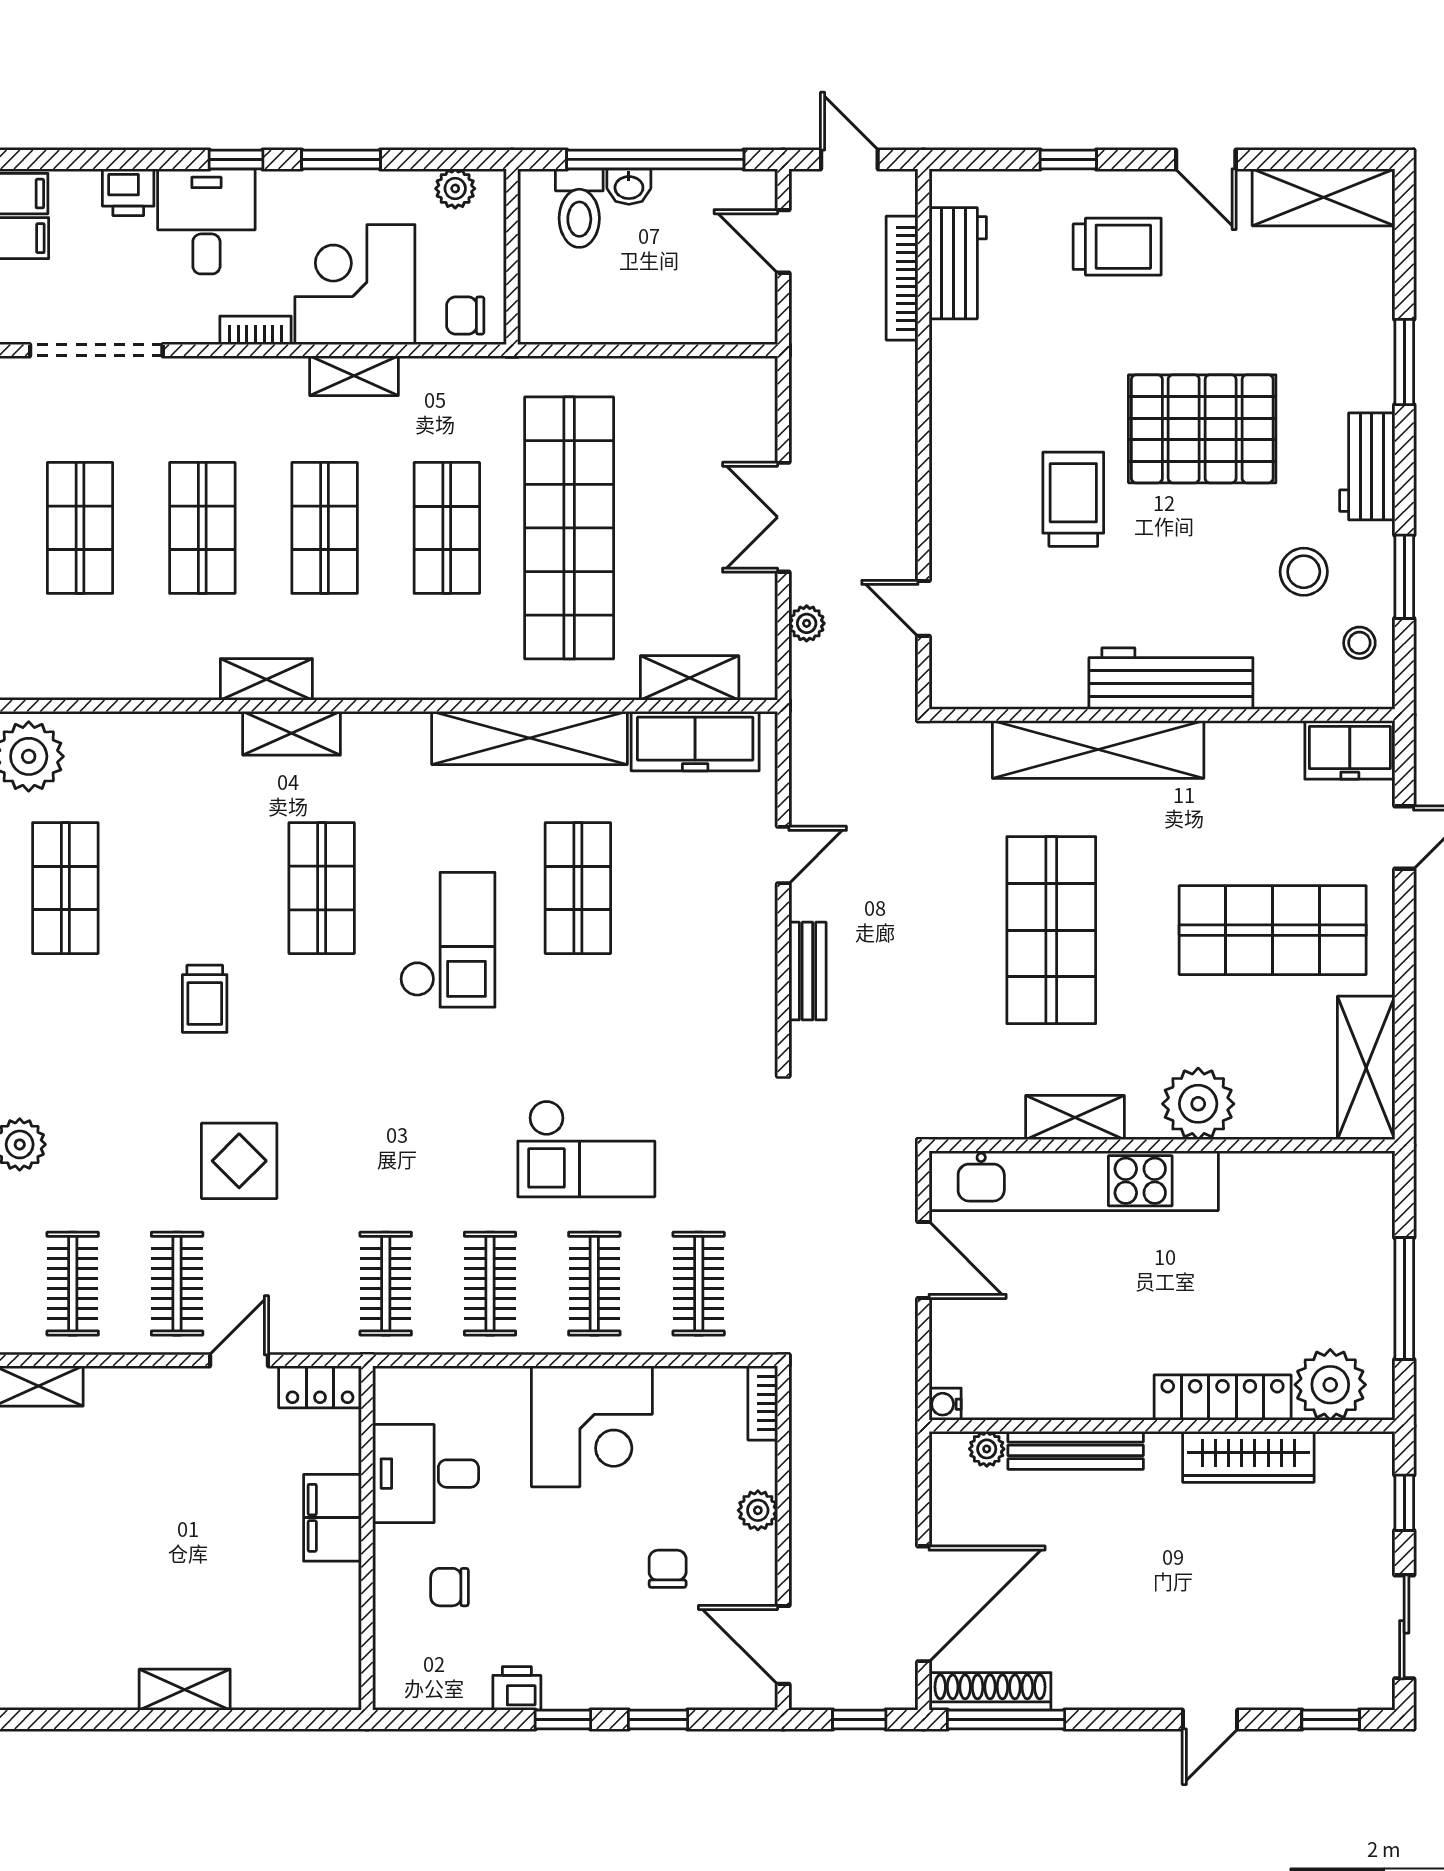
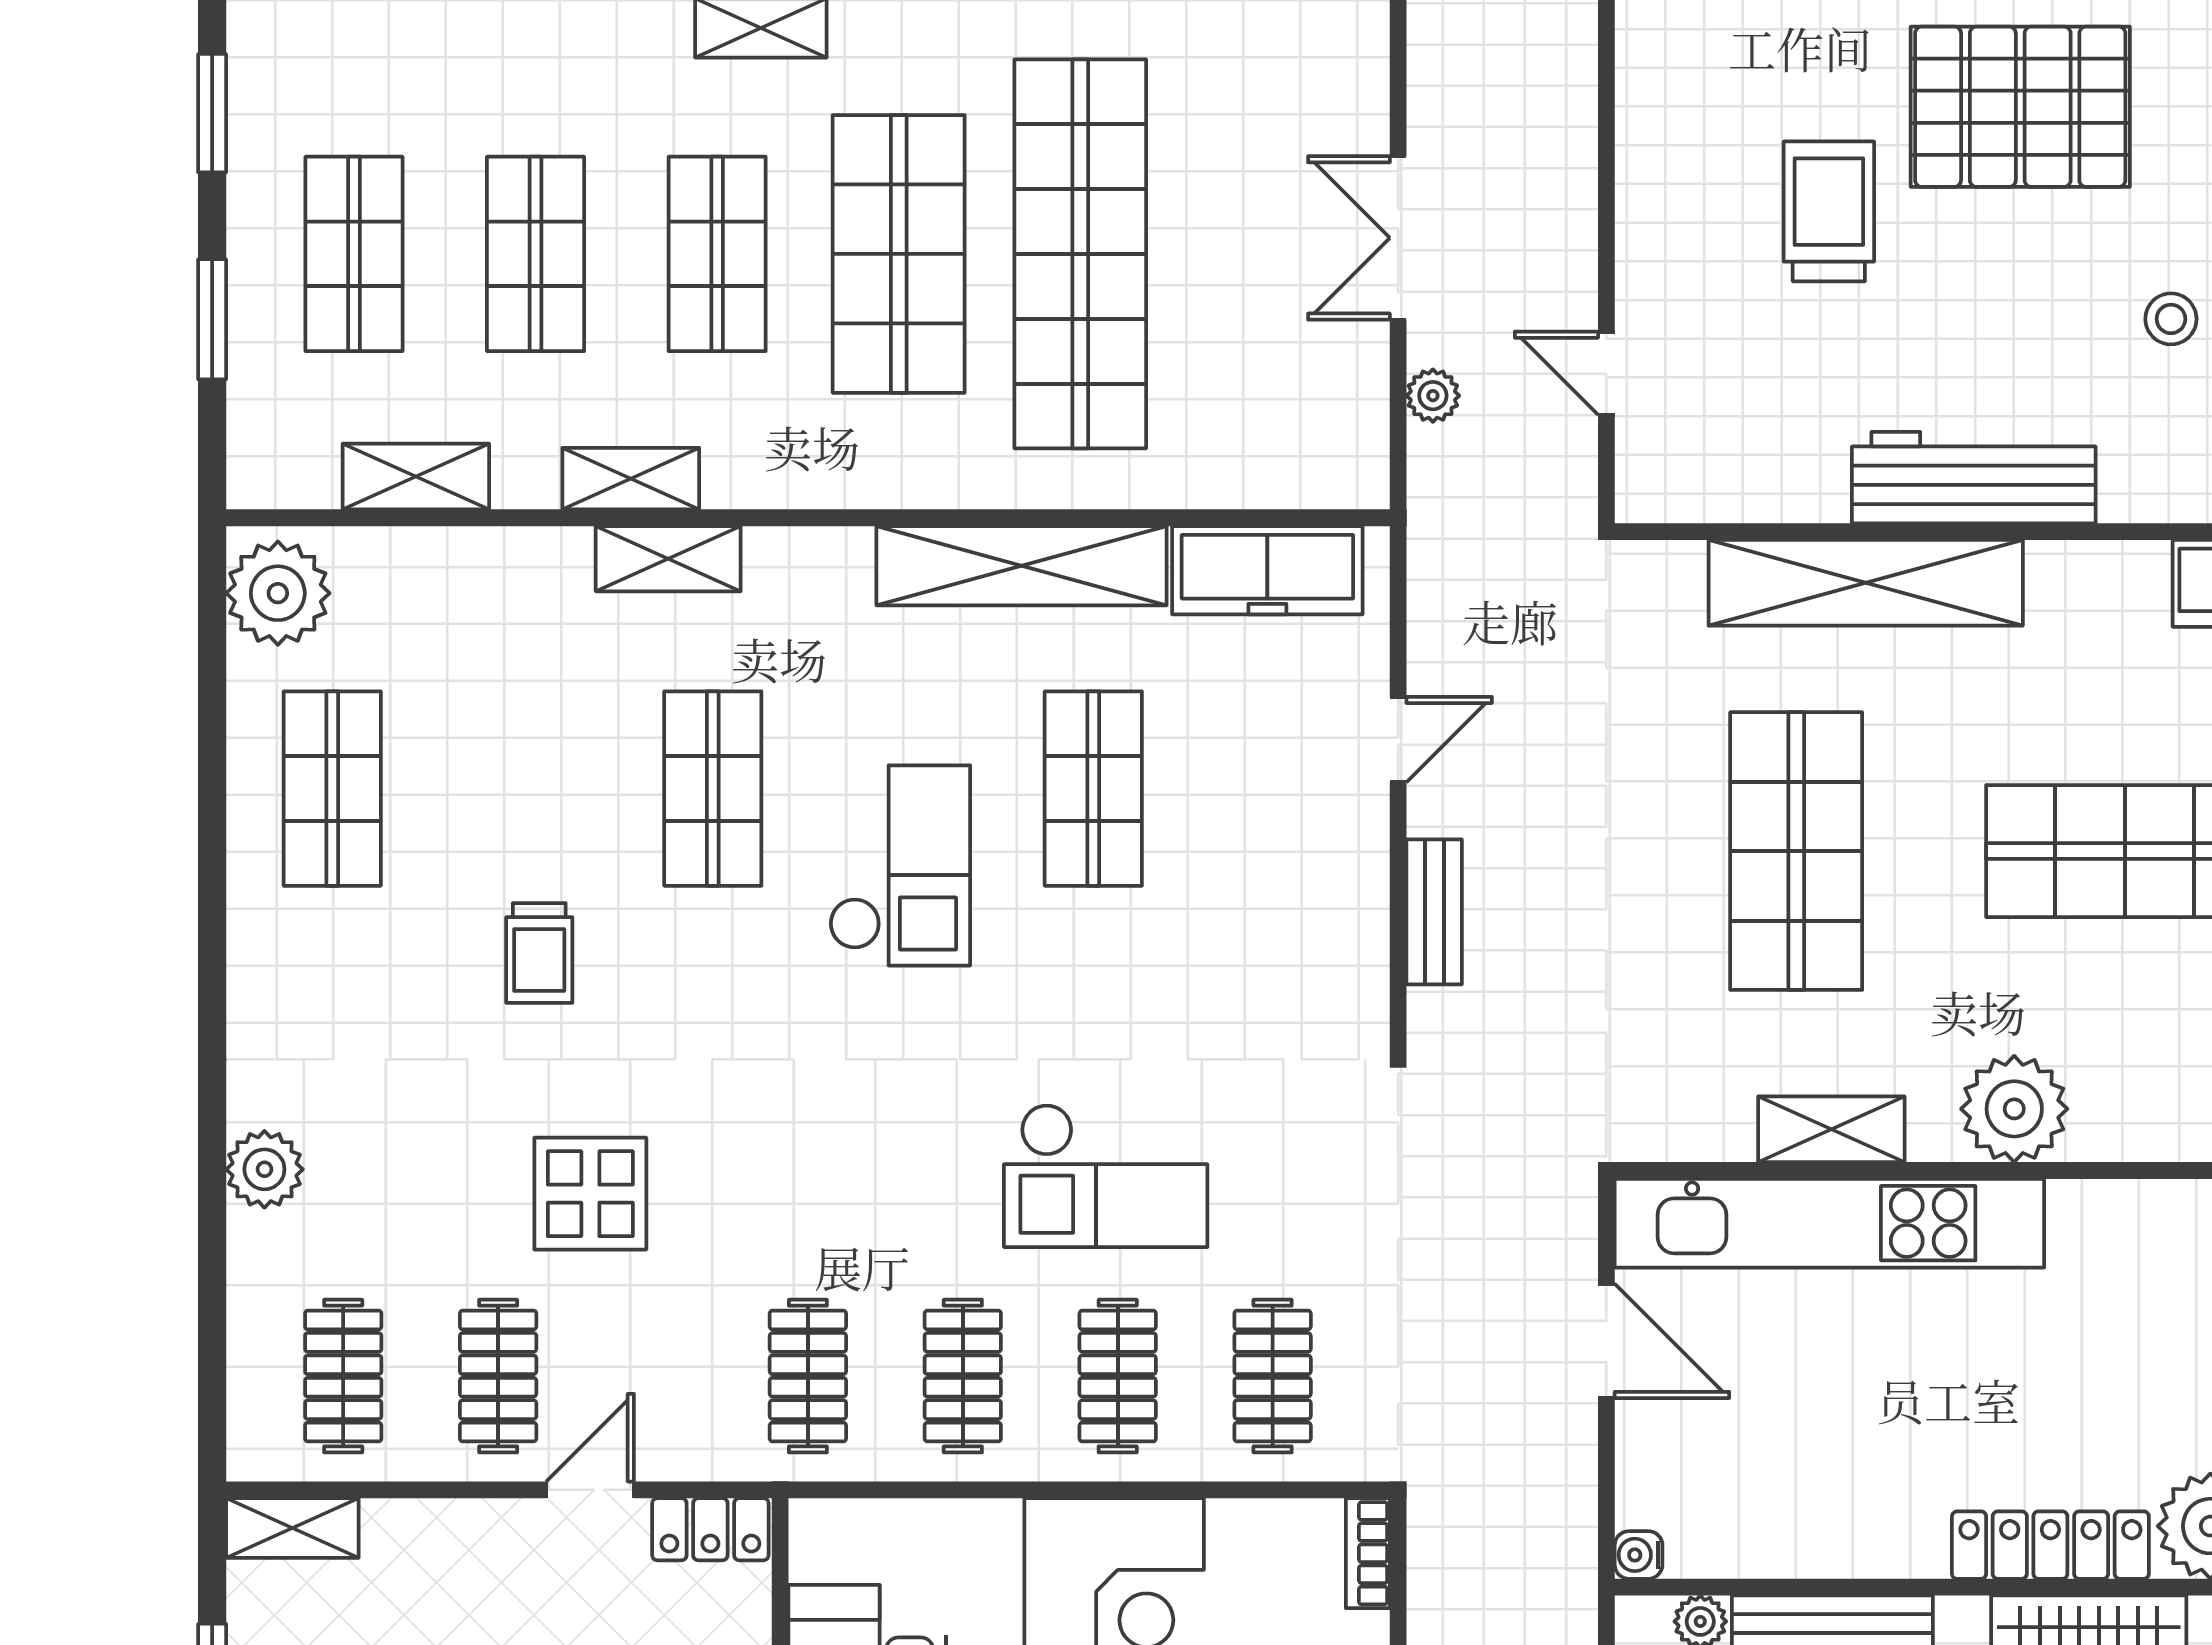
shop shelf: (447, 528) -> (899, 254), width x1.43, depth x1.36
stool: (1304, 572) -> (2171, 319), width x0.73, depth x0.73
shelving: (690, 678) -> (416, 477), moved

